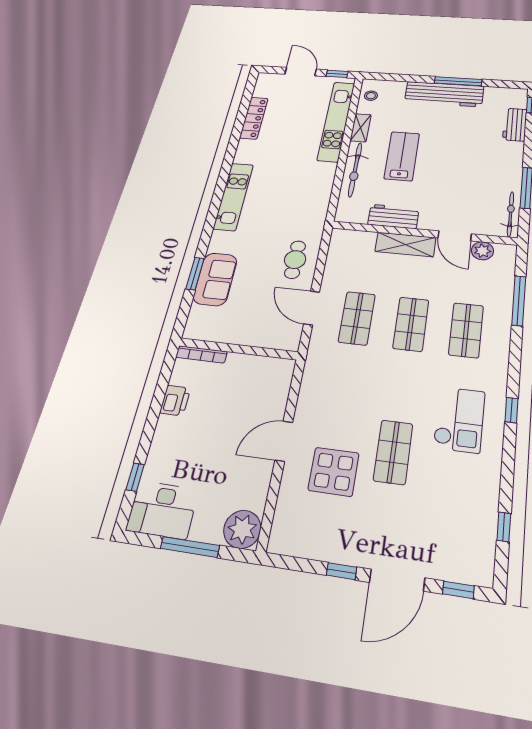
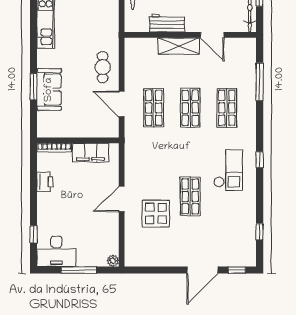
plant: (482, 251) -> (233, 45), removed
filing cabinet: (252, 368) -> (90, 152), added
plant: (242, 529) -> (113, 261), width x0.53, depth x0.53
window: (342, 571) -> (170, 270), removed

